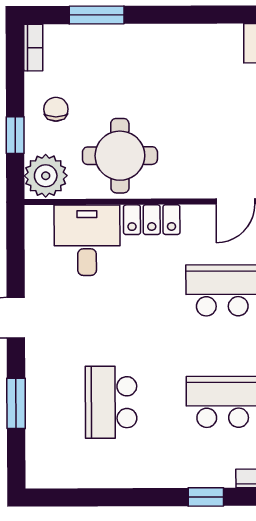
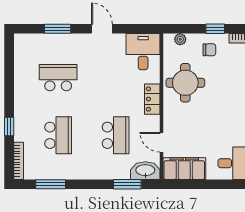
window: (15, 135) -> (215, 29), moved
plant: (46, 176) -> (180, 39), width x0.53, depth x0.53
desk: (87, 240) -> (143, 52), moved, turned -90

